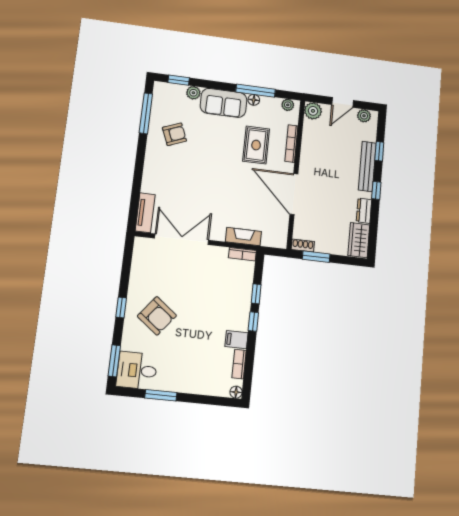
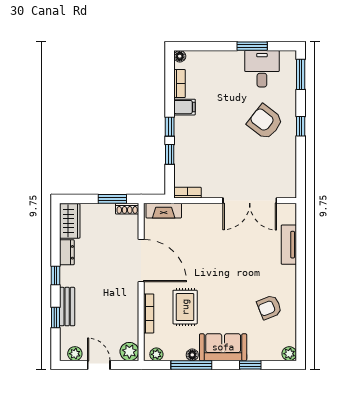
window: (179, 80) -> (250, 365), moved
plant: (193, 93) -> (289, 354), moved
door: (343, 102) -> (99, 365), hinge flipped
window: (146, 113) -> (301, 325), removed
bench: (367, 166) -> (67, 307), width x0.73
tv unit: (145, 213) -> (289, 245), moved
fireplace: (243, 237) -> (164, 211), moved
desk: (137, 370) -> (262, 69), moved, turned -90

